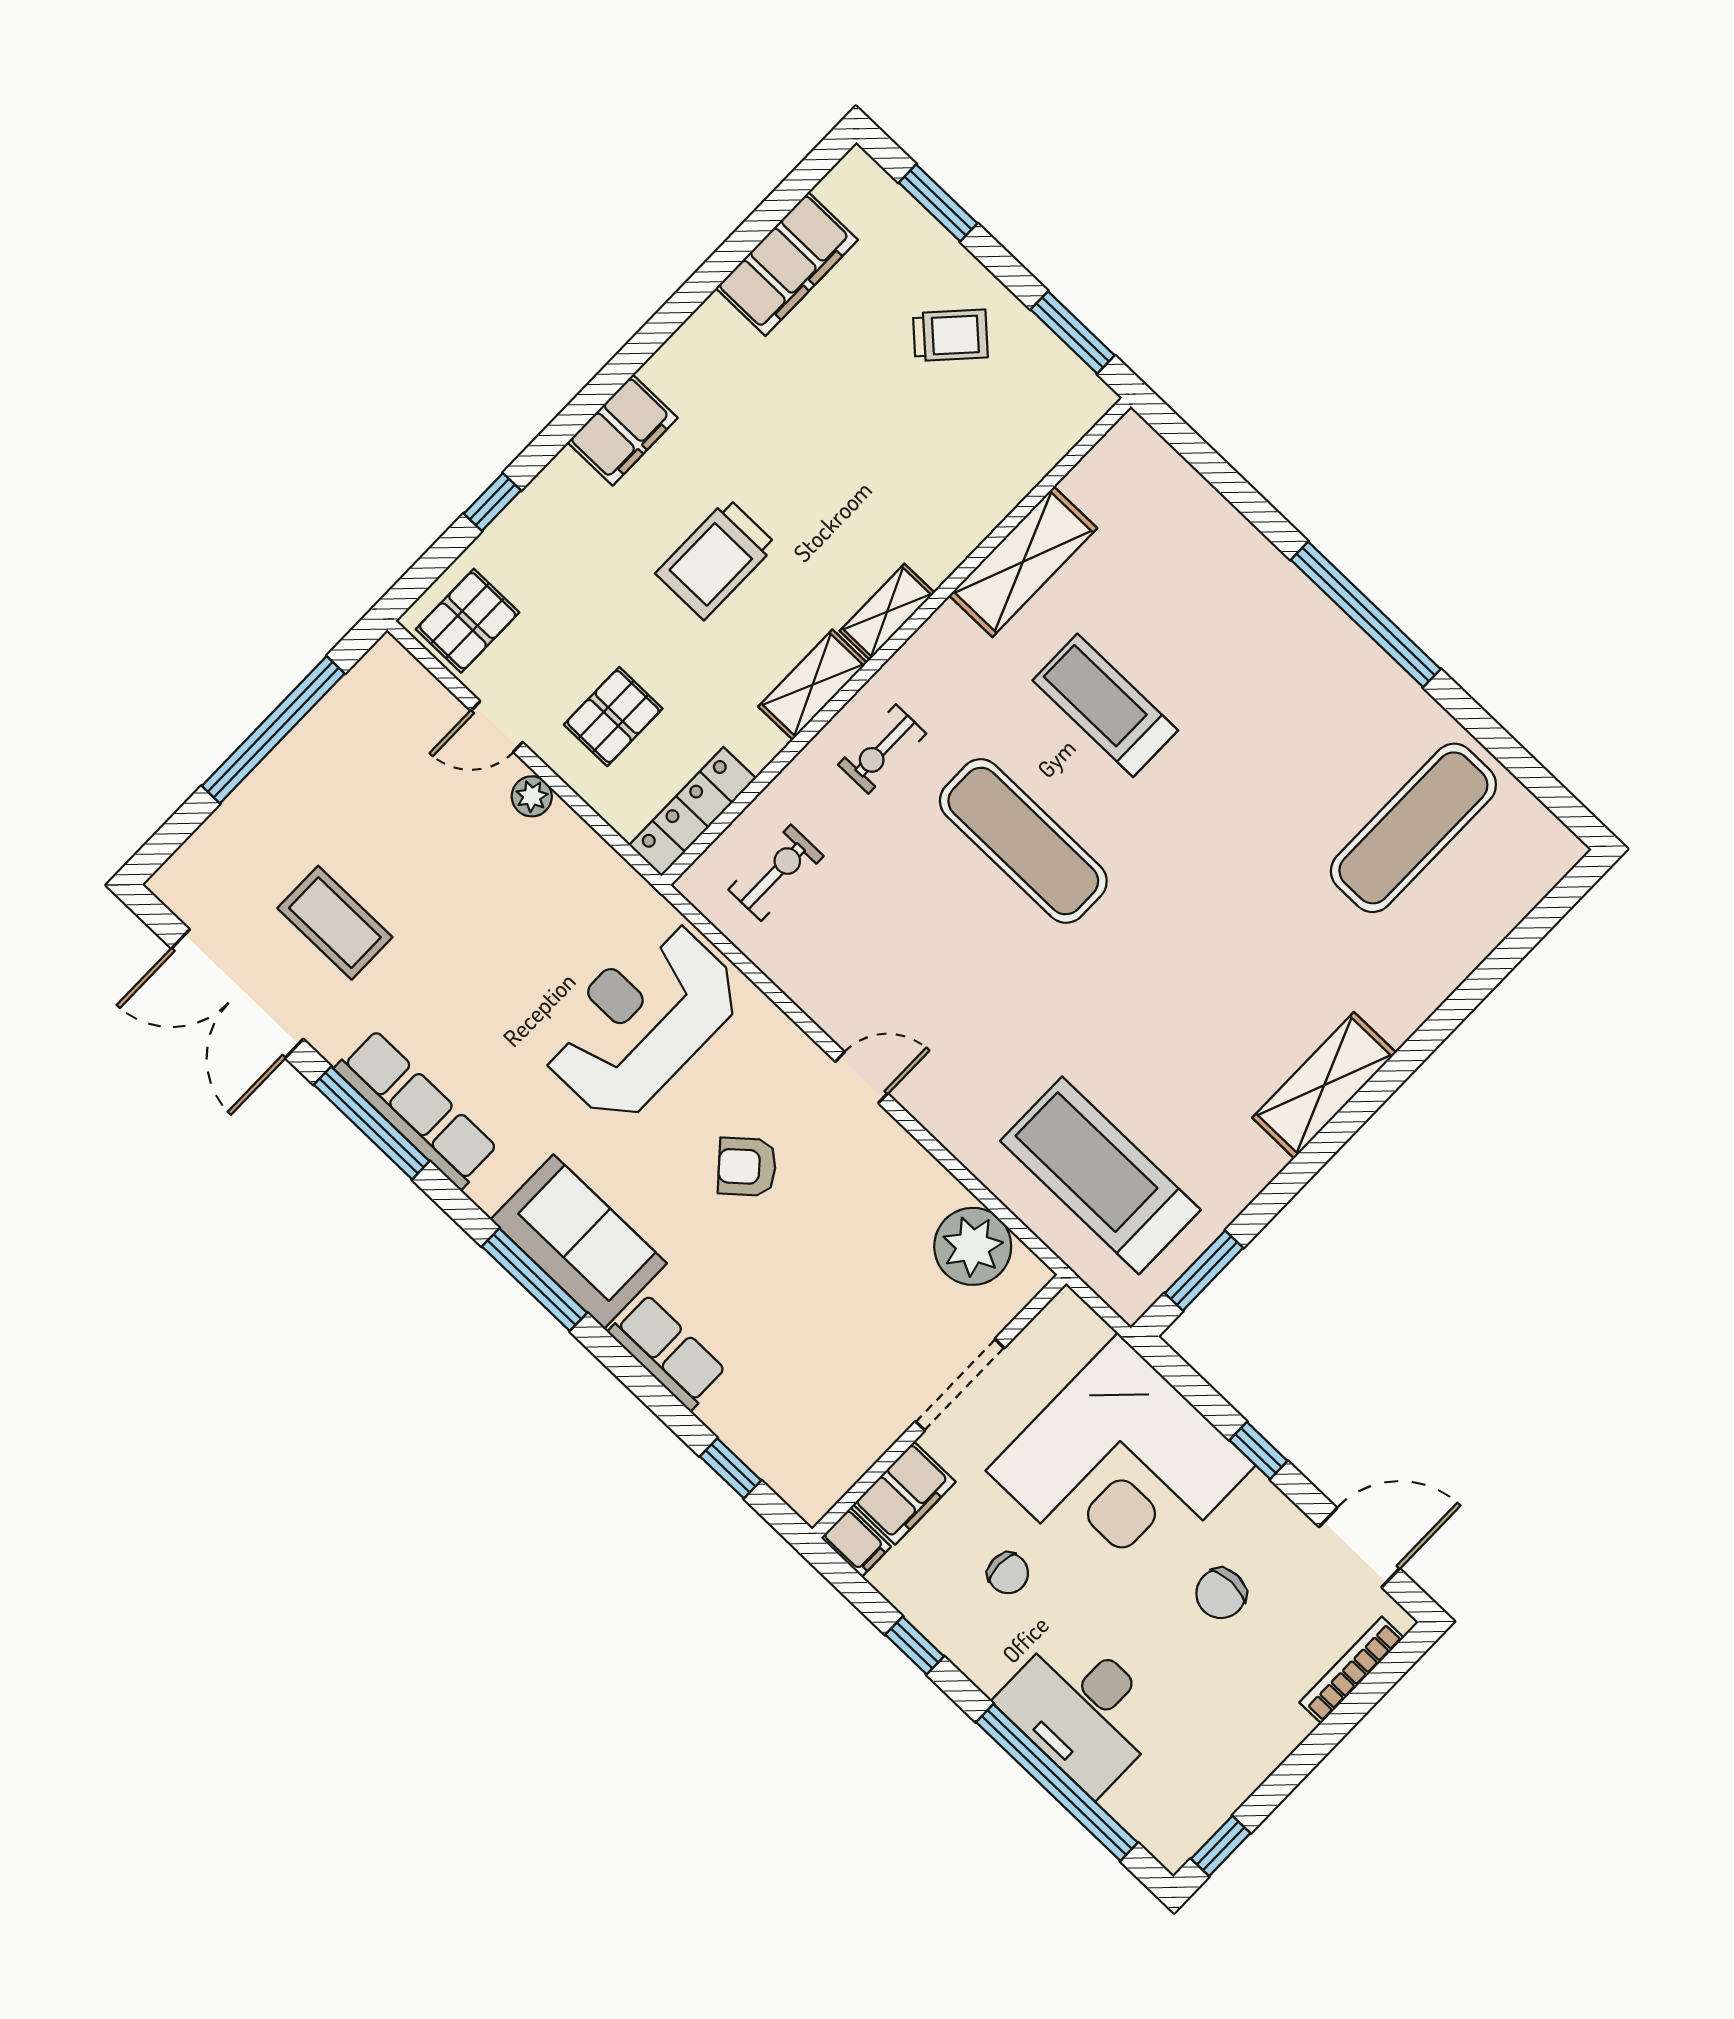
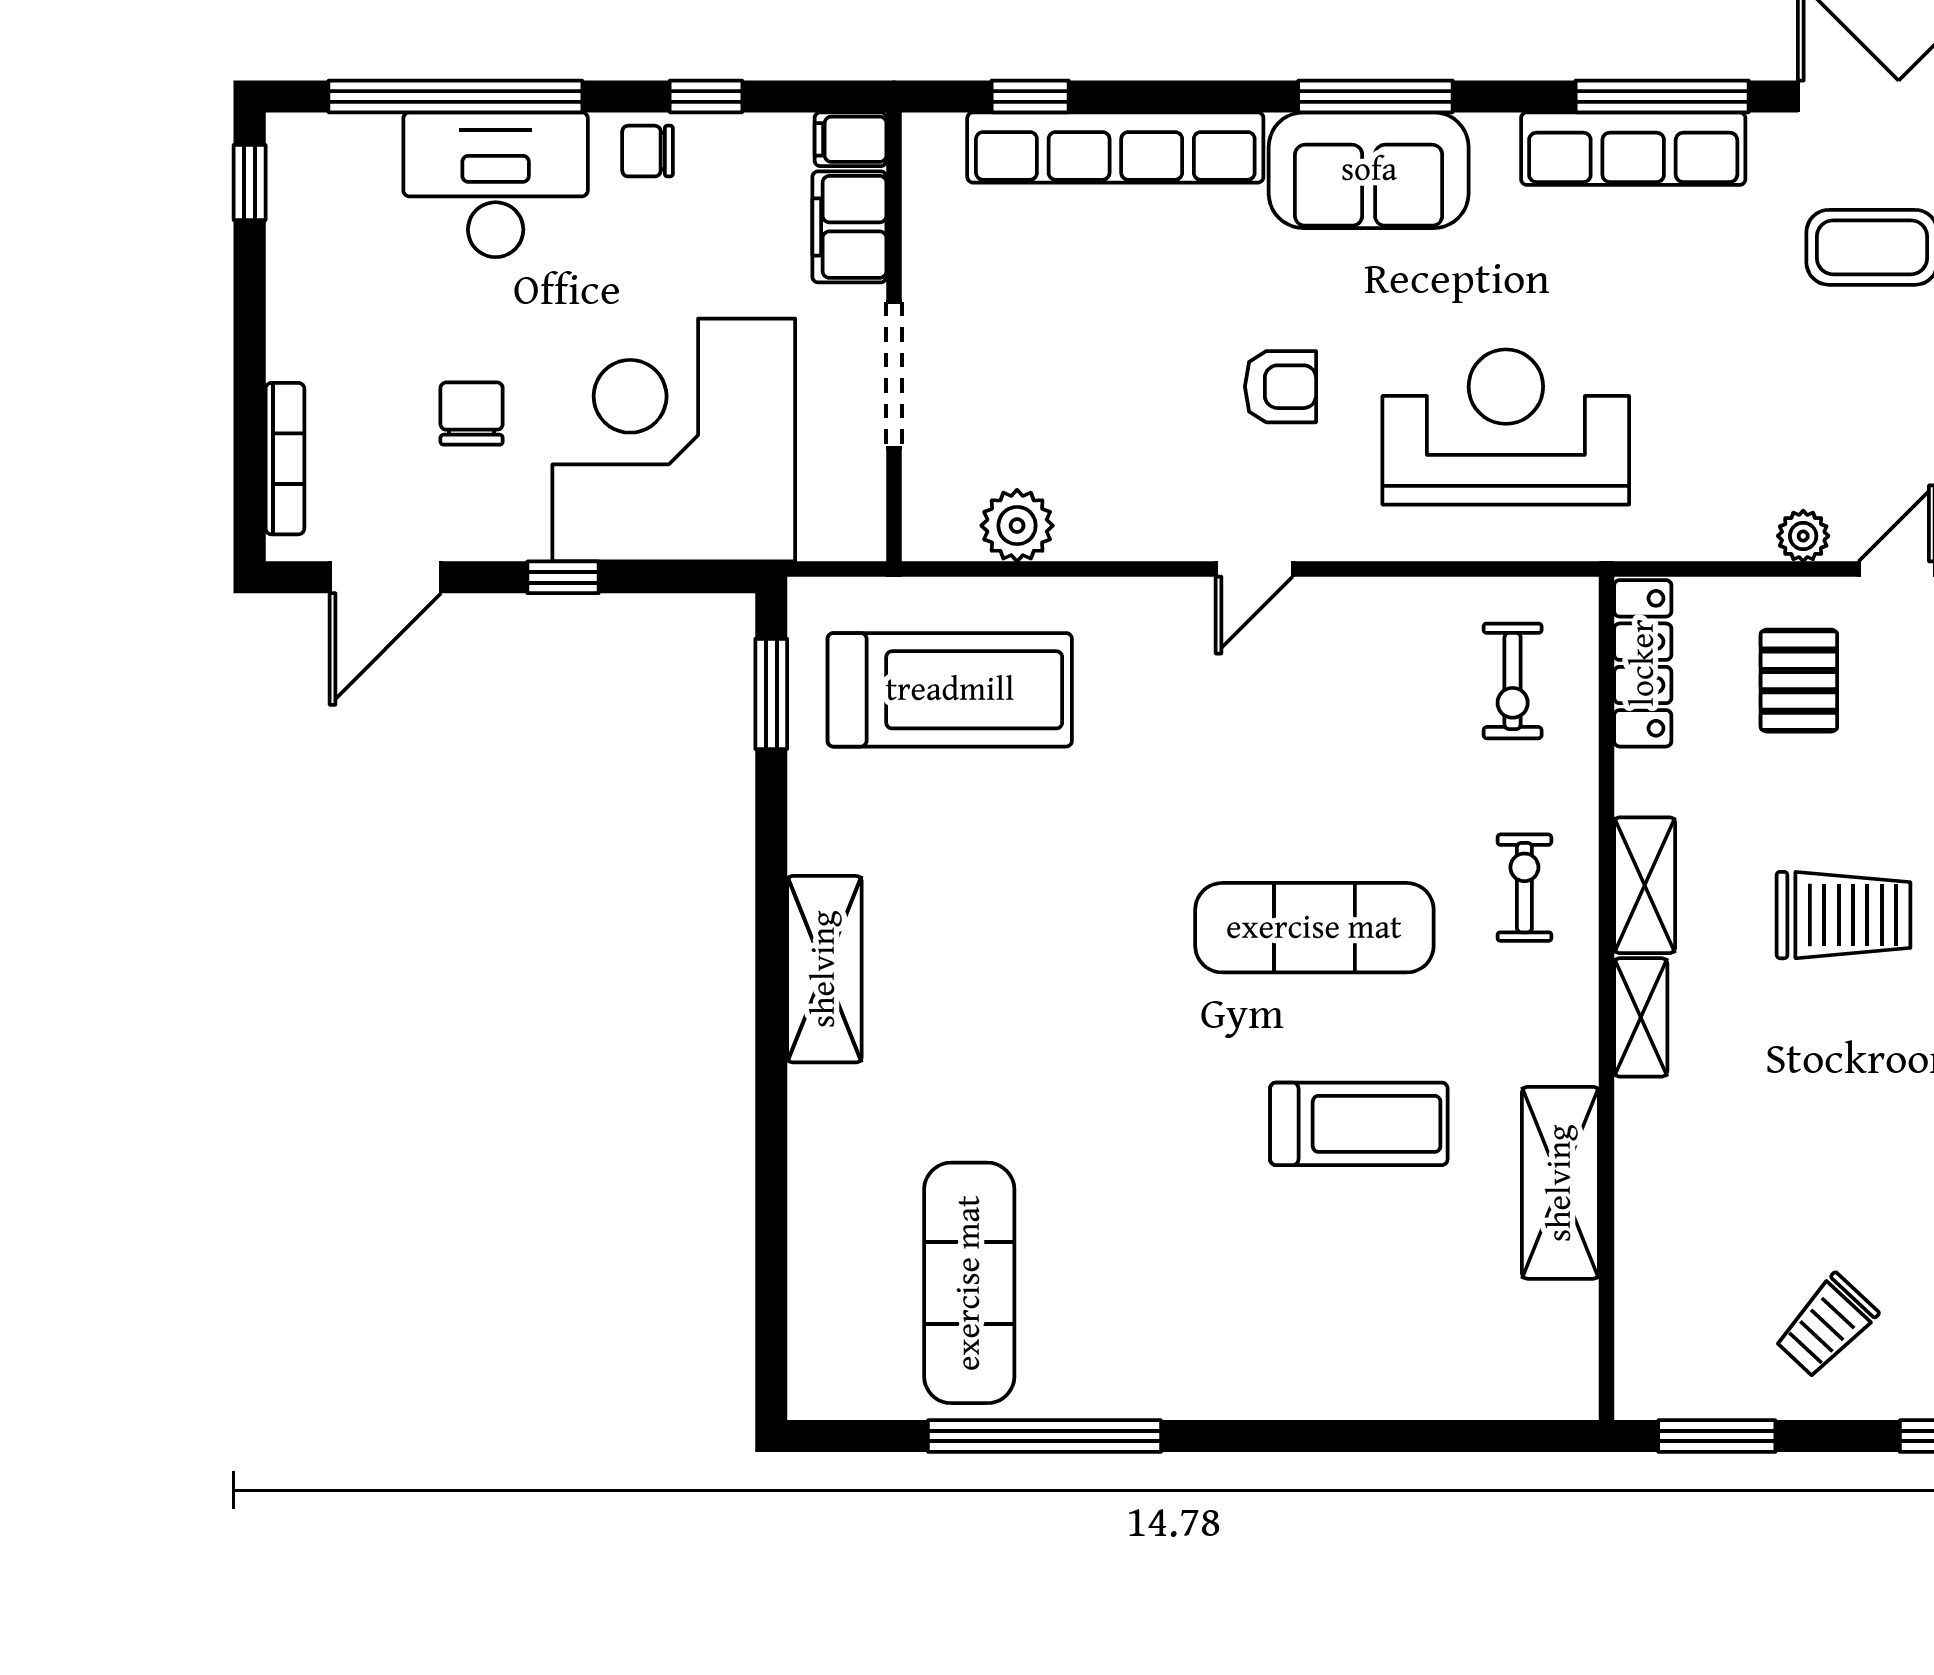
trolley: (716, 559) -> (1844, 915), turned 90
window: (1366, 614) -> (1045, 1436), moved
reception desk: (641, 1021) -> (1506, 427), turned -90
armchair: (747, 1167) -> (1280, 387), turned 41
plant: (973, 1246) -> (1017, 526), width x0.73, depth x0.73
row of seats: (668, 1352) -> (1115, 147), width x2.02
chair: (1008, 1573) -> (648, 151), moved

